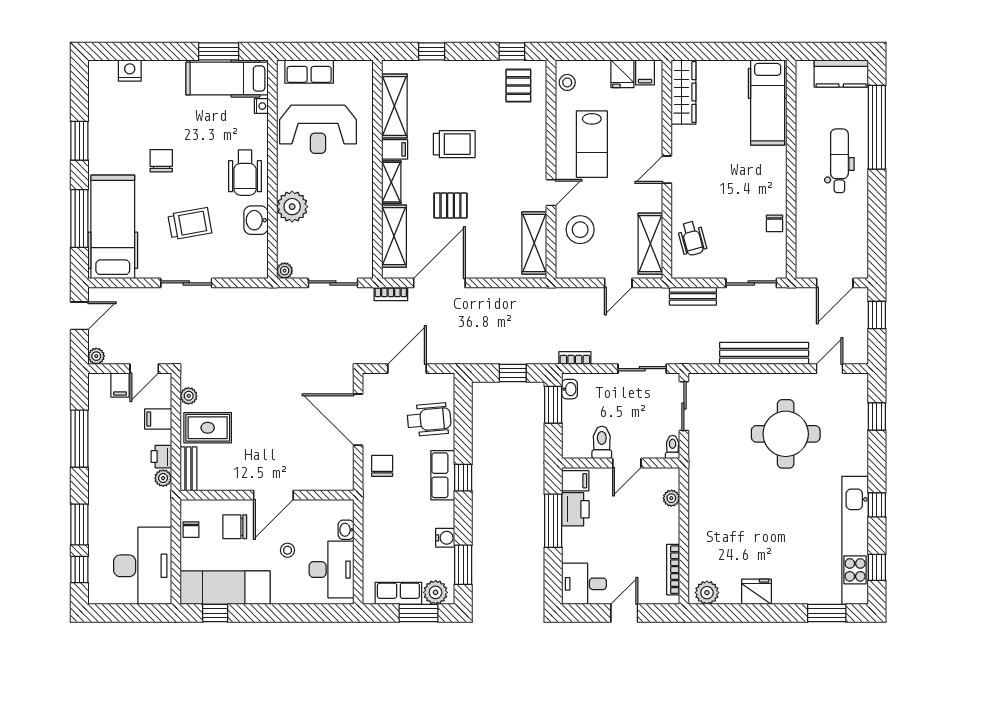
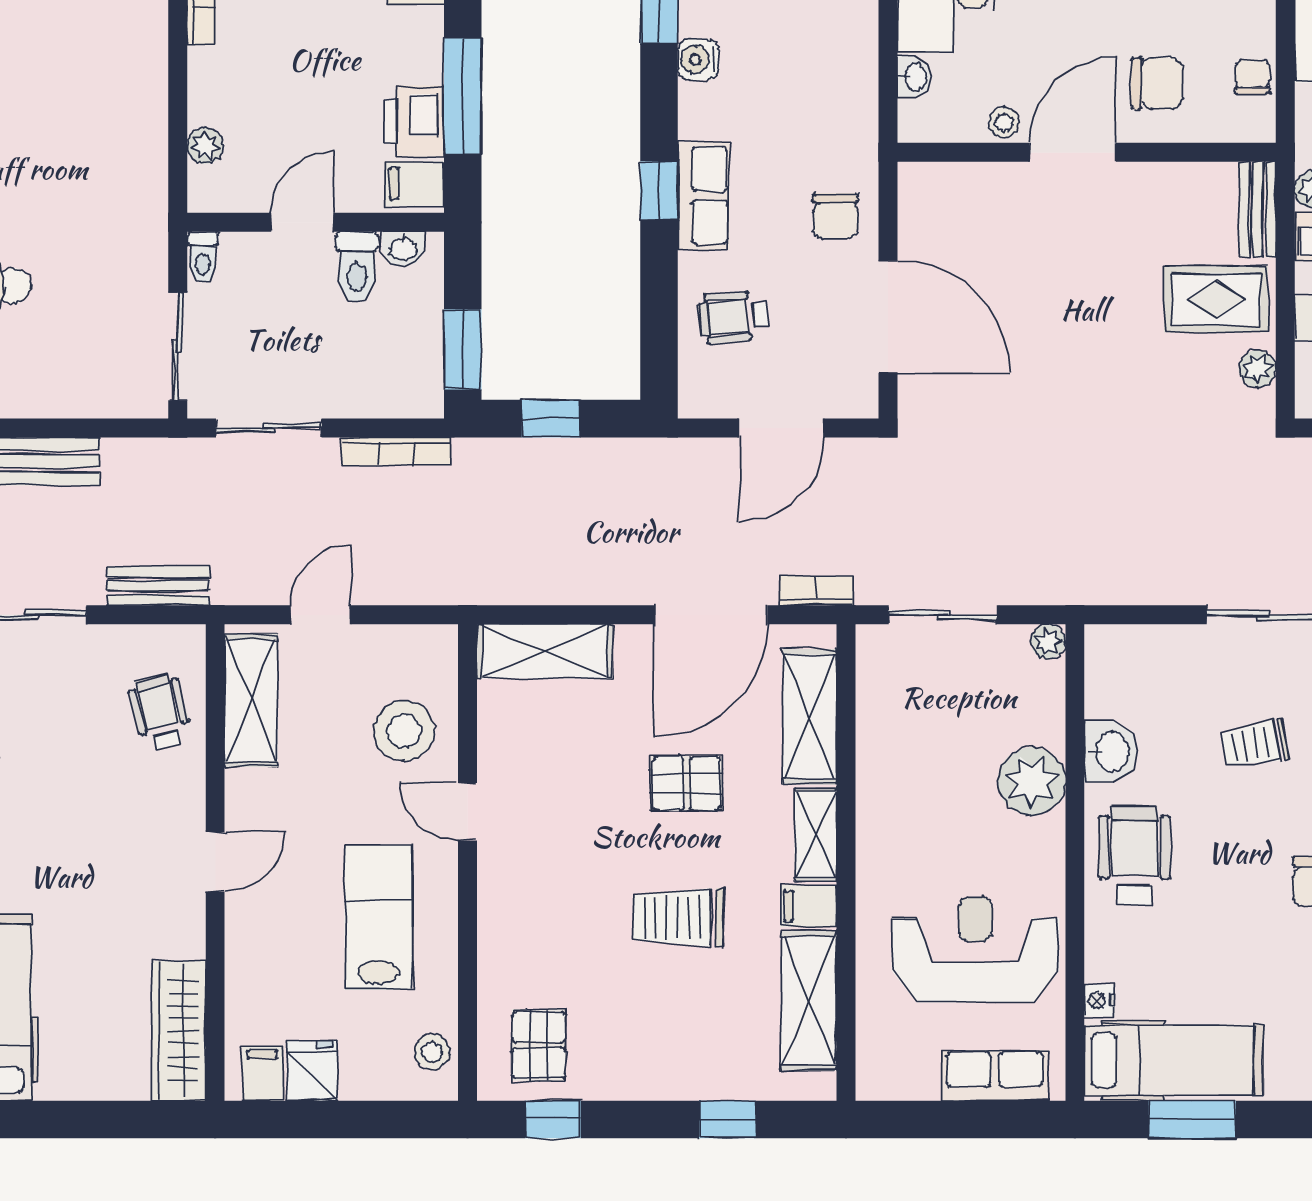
door: (551, 193) -> (467, 812), hinge flipped
trolley: (190, 224) -> (1255, 744), width x0.73, depth x0.72
shelving: (534, 243) -> (545, 651), moved, turned 90
bookcase: (575, 358) -> (396, 451), width x1.56
washbasin: (570, 389) -> (403, 249), moved, turned -90
wheelchair: (429, 420) -> (733, 317), width x0.73, depth x0.73
stool: (288, 550) -> (1004, 122), moved

